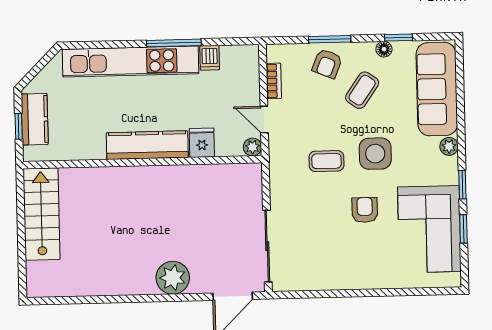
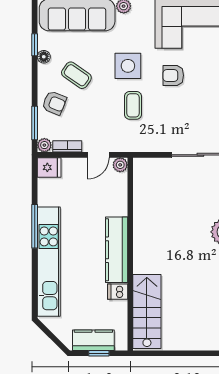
window: (330, 39) -> (35, 123), moved
plant: (275, 53) -> (44, 145), added
dishwasher: (210, 58) -> (118, 292), moved, turned 180
fridge: (202, 143) -> (49, 167), moved, turned 180
stairs: (42, 214) -> (147, 312), moved, turned 90

